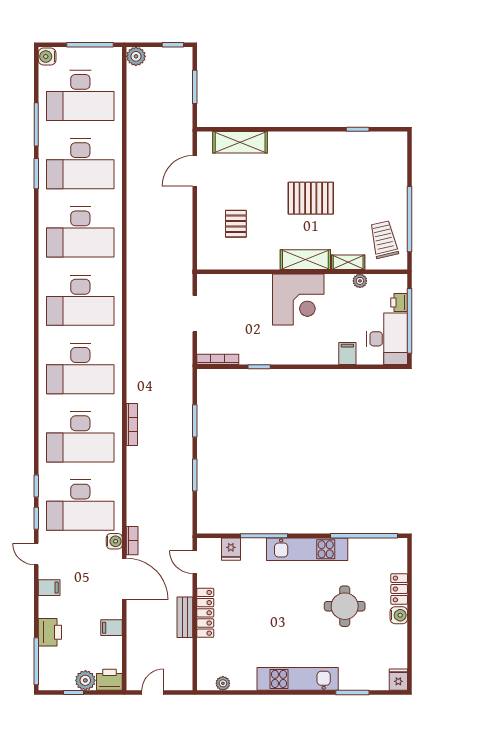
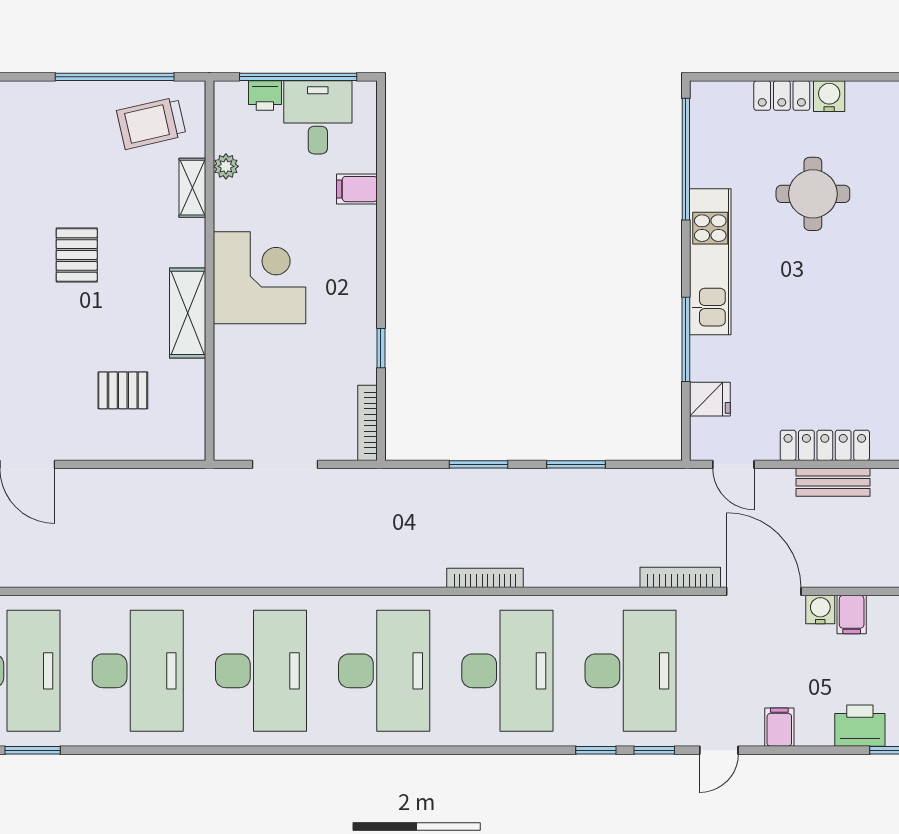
pallet: (311, 198) -> (77, 255), width x0.67, depth x0.71
shelving: (305, 260) -> (188, 313), moved
desk: (387, 339) -> (318, 117), width x0.73
water cooler: (114, 541) -> (820, 610), moved
bookcase: (132, 541) -> (680, 577), width x1.56
door: (195, 562) -> (733, 464), hinge flipped
door: (124, 579) -> (764, 591), hinge flipped

